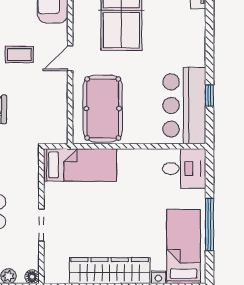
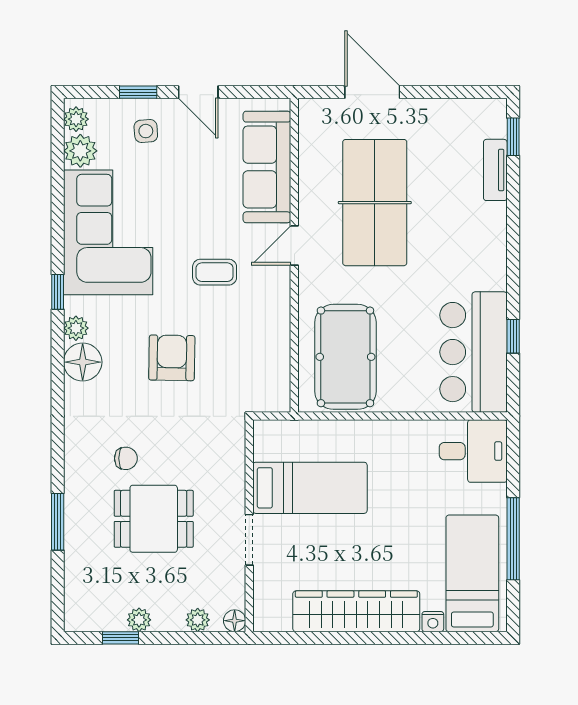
door: (70, 58) -> (294, 245), moved
bed: (80, 165) -> (310, 488), moved

